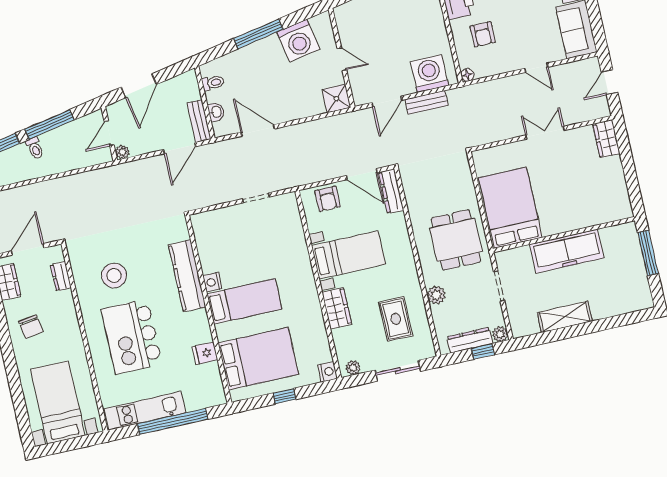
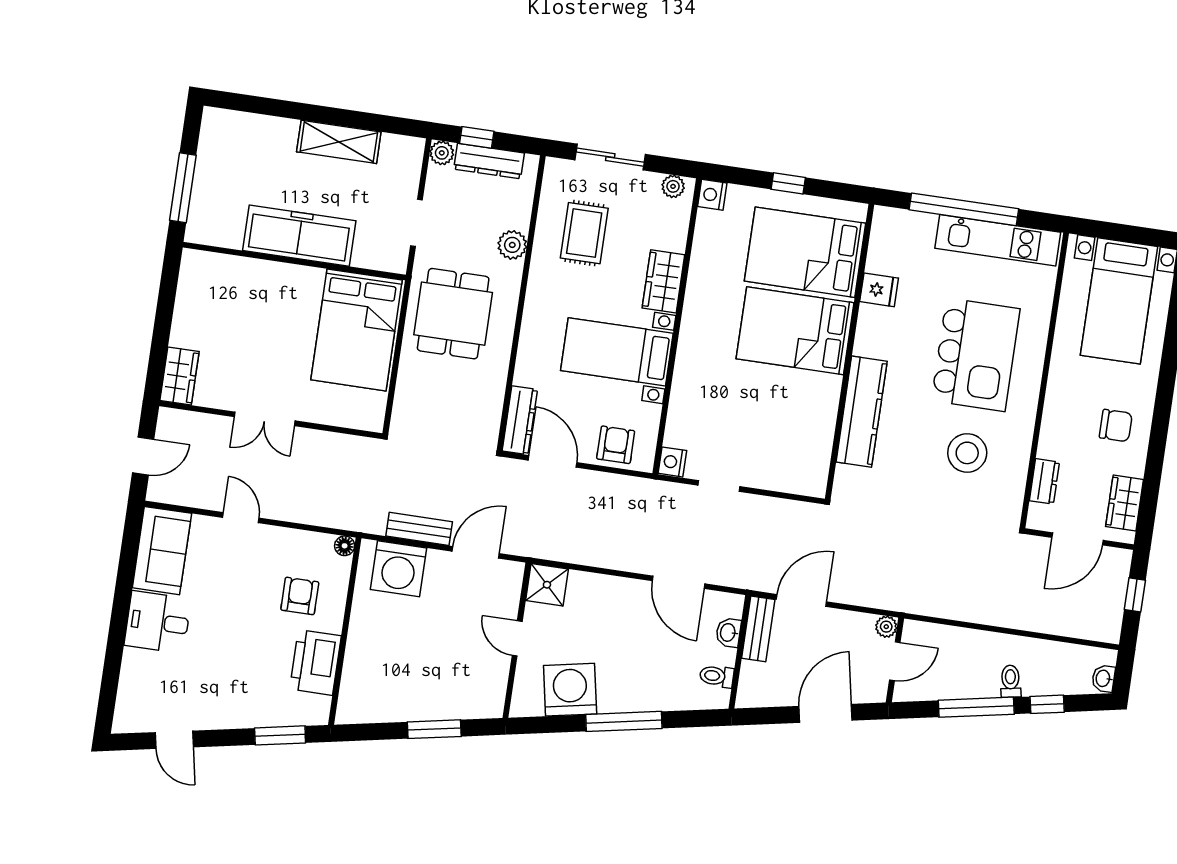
nightstand: (212, 282) -> (672, 462), moved, turned 180
bed: (244, 301) -> (795, 331), width x1.50
chair: (31, 327) -> (1116, 426), turned 99

